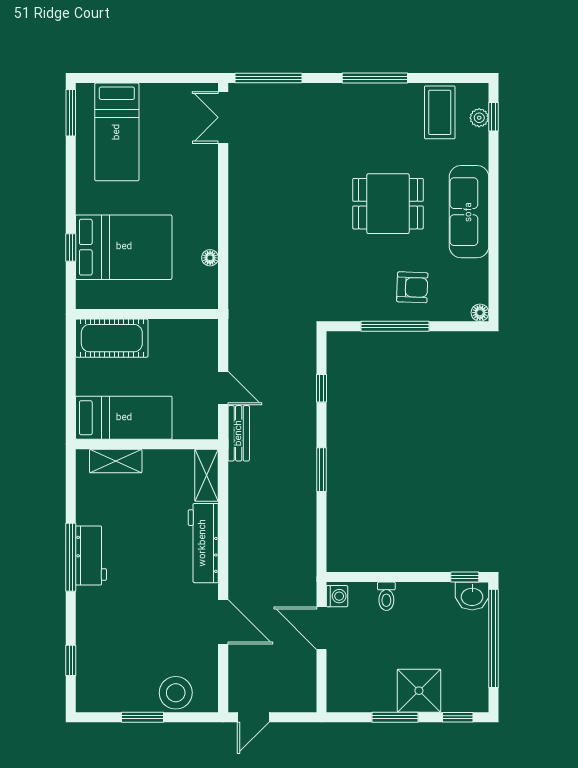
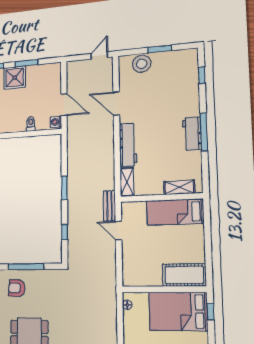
wall: (147, 314) -> (164, 289), moved
cot: (112, 338) -> (184, 275), moved

